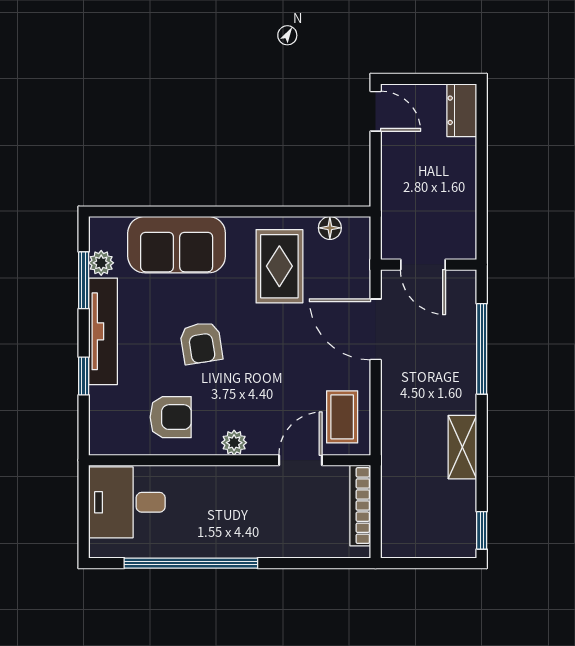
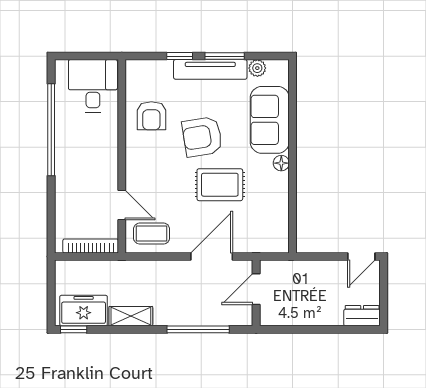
floor lamp: (330, 228) -> (281, 163), moved
rug: (279, 266) -> (220, 185), moved
window: (84, 280) -> (225, 56), moved
armchair: (201, 343) -> (202, 137), width x1.38, depth x1.38
plant: (234, 443) -> (134, 159), removed
freezer: (454, 516) -> (84, 311), added

